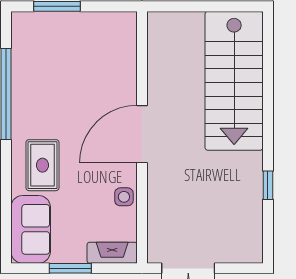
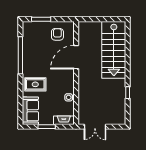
armchair: (97, 43) -> (57, 34), added
door: (142, 134) -> (76, 57), moved
rug: (42, 165) -> (35, 84), turned 90

